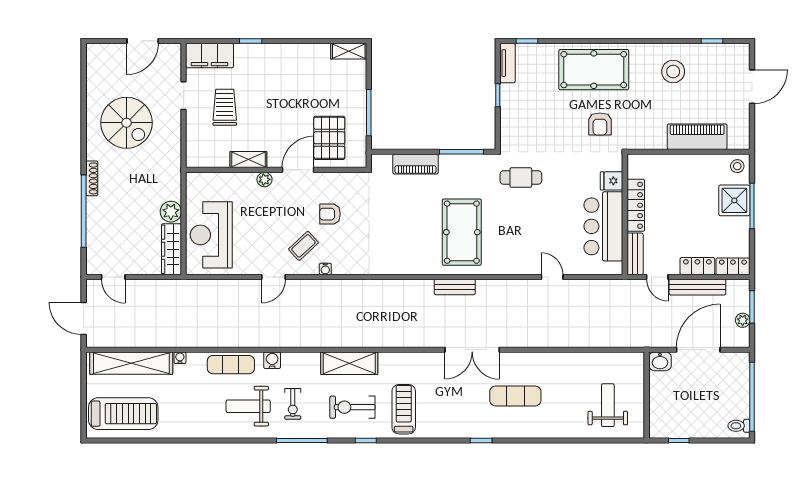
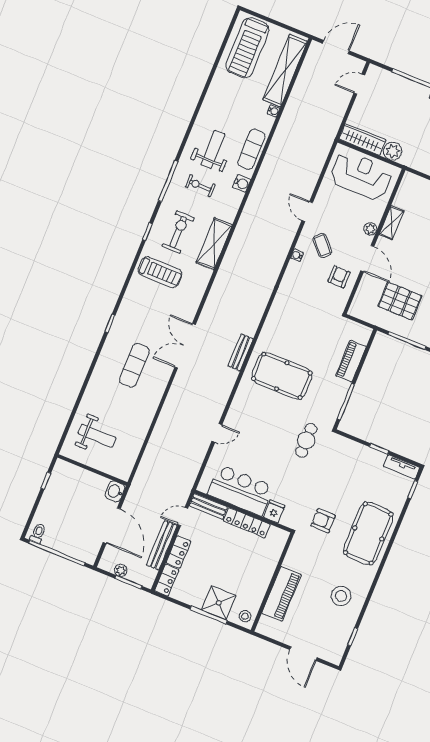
shelving: (248, 160) -> (392, 223), moved
wall: (276, 170) -> (374, 241), moved
door: (298, 170) -> (367, 259), moved
plant: (265, 179) -> (370, 229), moved

